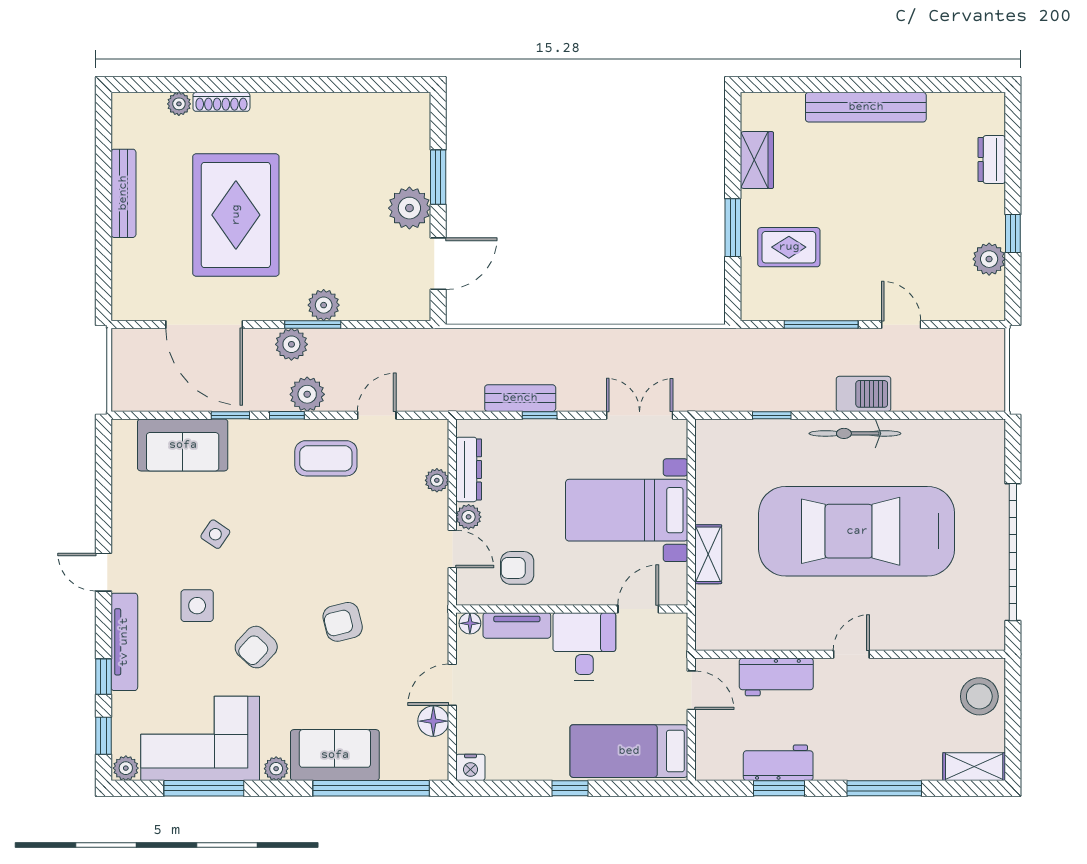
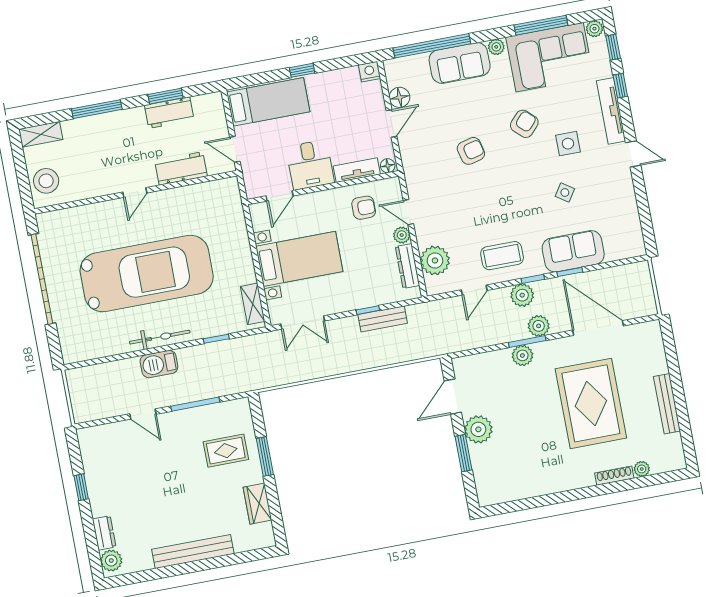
plant: (989, 259) -> (111, 561), moved
sofa: (183, 445) -> (573, 251), moved
plant: (437, 480) -> (435, 260), width x1.88, depth x1.88
shelving: (708, 554) -> (253, 304), moved

